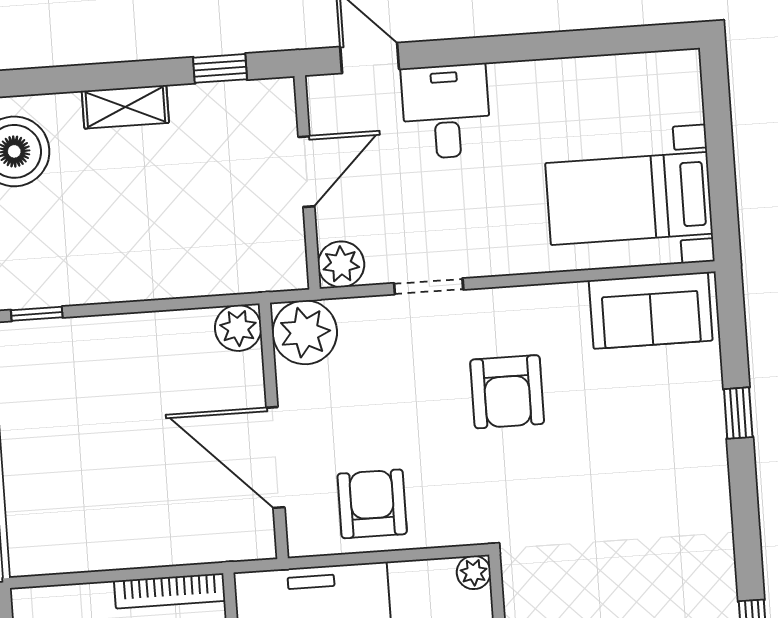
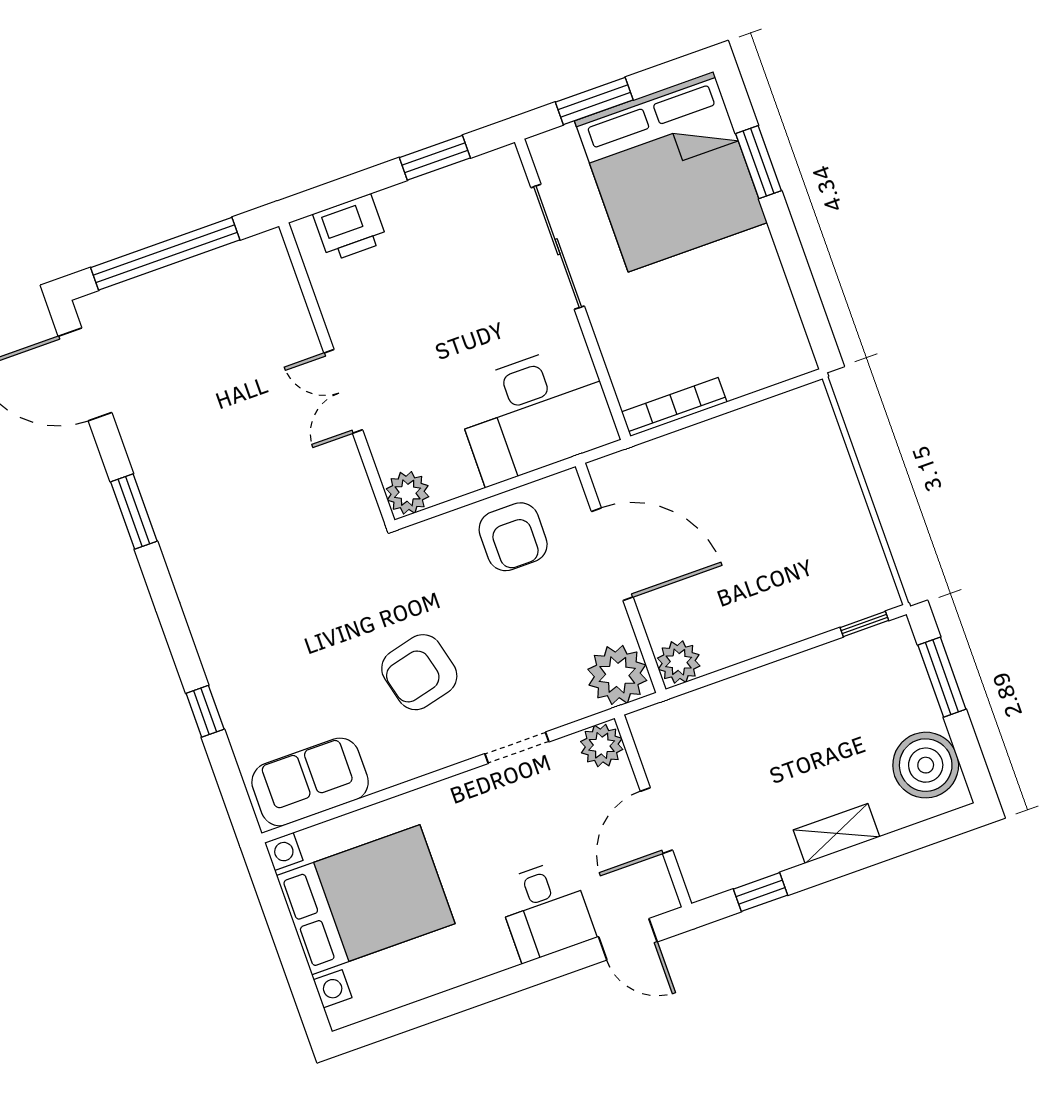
bed with nightstands: (629, 198) -> (366, 900), width x1.36
armchair: (507, 392) -> (419, 672), turned -104
plant: (474, 572) -> (408, 493), width x1.38, depth x1.38

